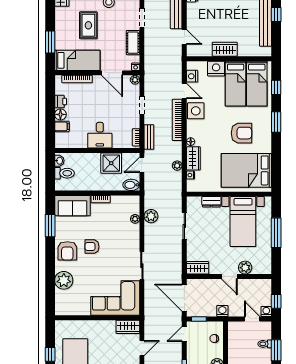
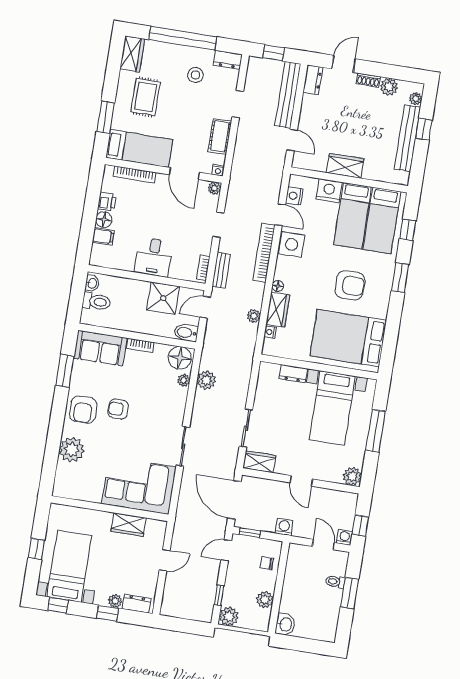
rug: (88, 25) -> (146, 97), moved
floor lamp: (130, 203) -> (180, 358), added
sliding door: (184, 226) -> (246, 428), moved
plant: (245, 268) -> (352, 476), moved
wardrobe: (128, 327) -> (129, 525), moved

